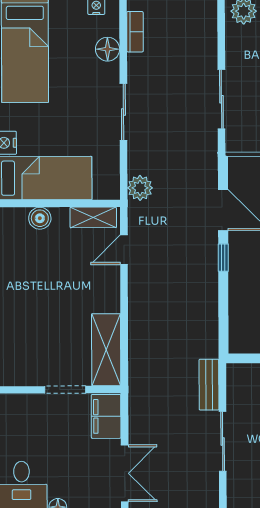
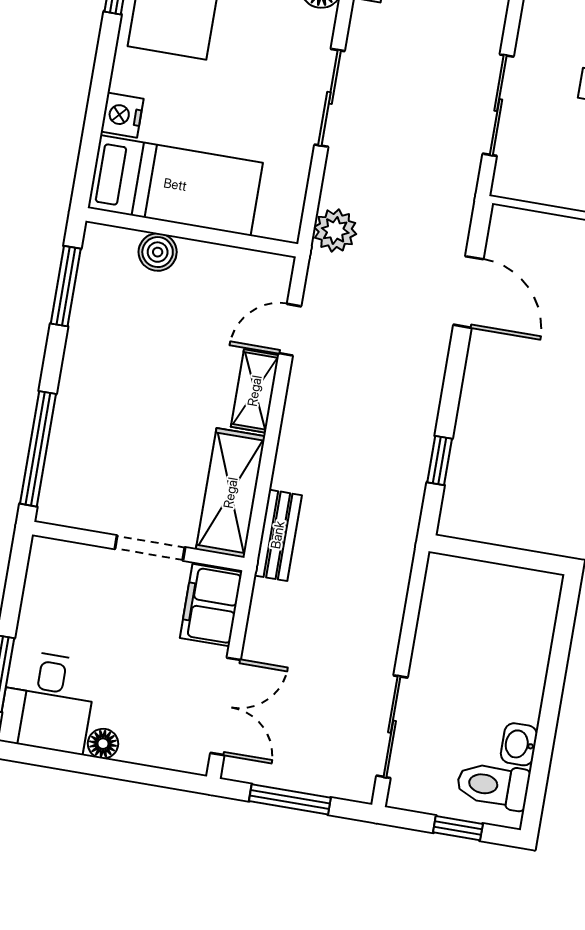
shelving: (93, 217) -> (255, 391), moved, turned 90
window: (223, 258) -> (440, 461), moved
bench: (209, 385) -> (278, 535), moved
sliding door: (223, 441) -> (392, 727), moved

